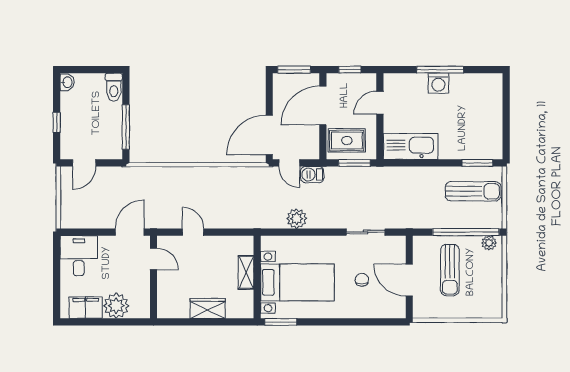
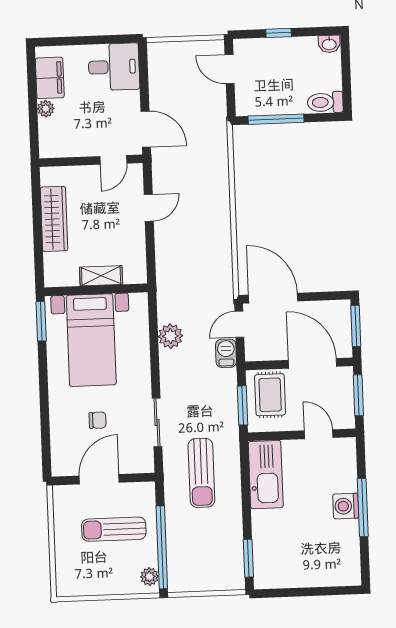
window: (350, 70) -> (358, 395), width x1.50
sun lounger: (473, 191) -> (201, 473), moved
plant: (116, 306) -> (46, 109), width x0.53, depth x0.53
wardrobe: (208, 308) -> (54, 219), width x1.50

